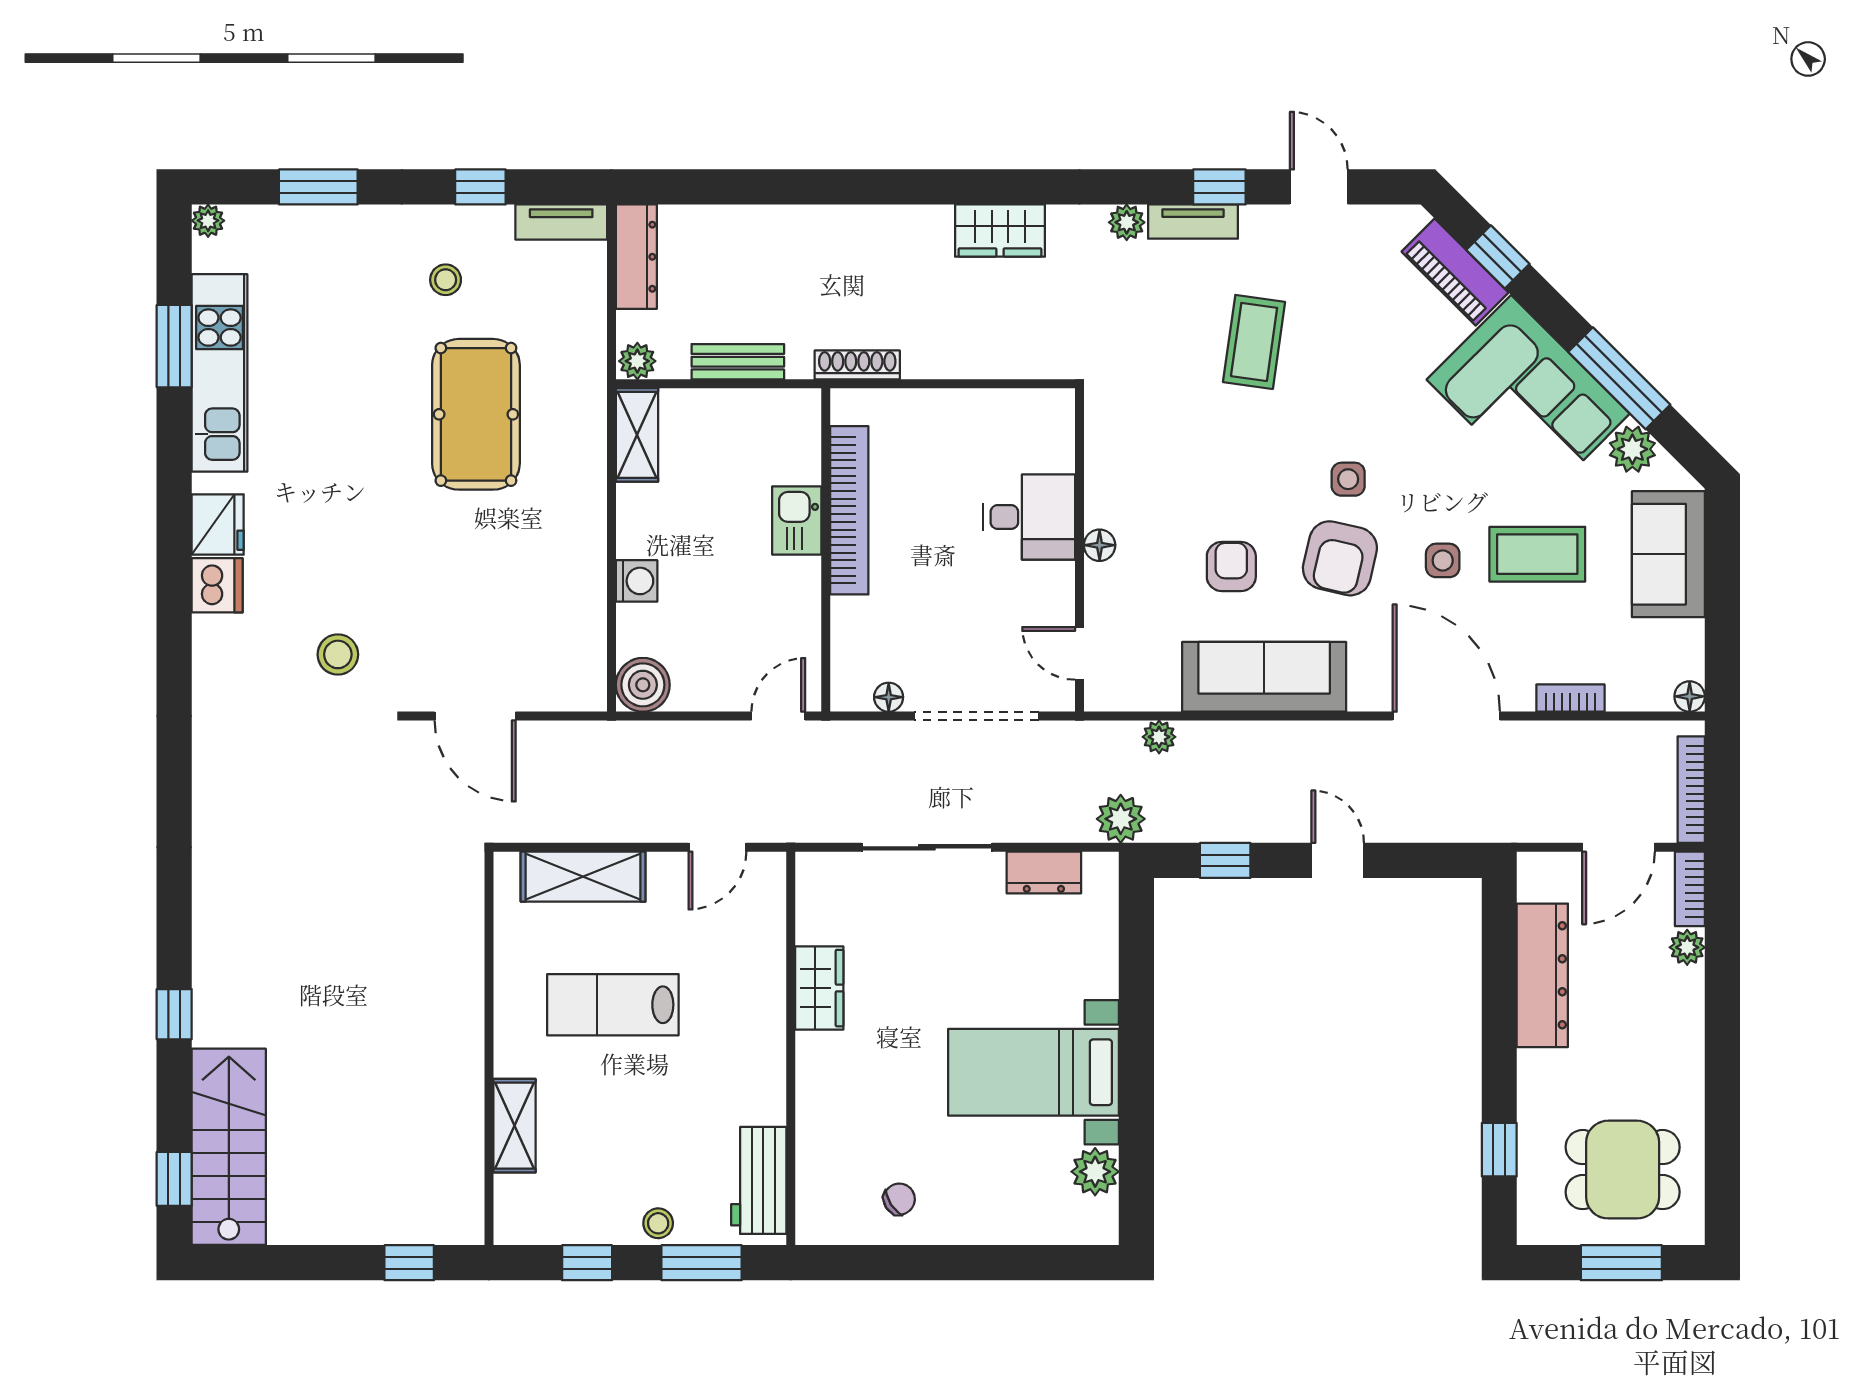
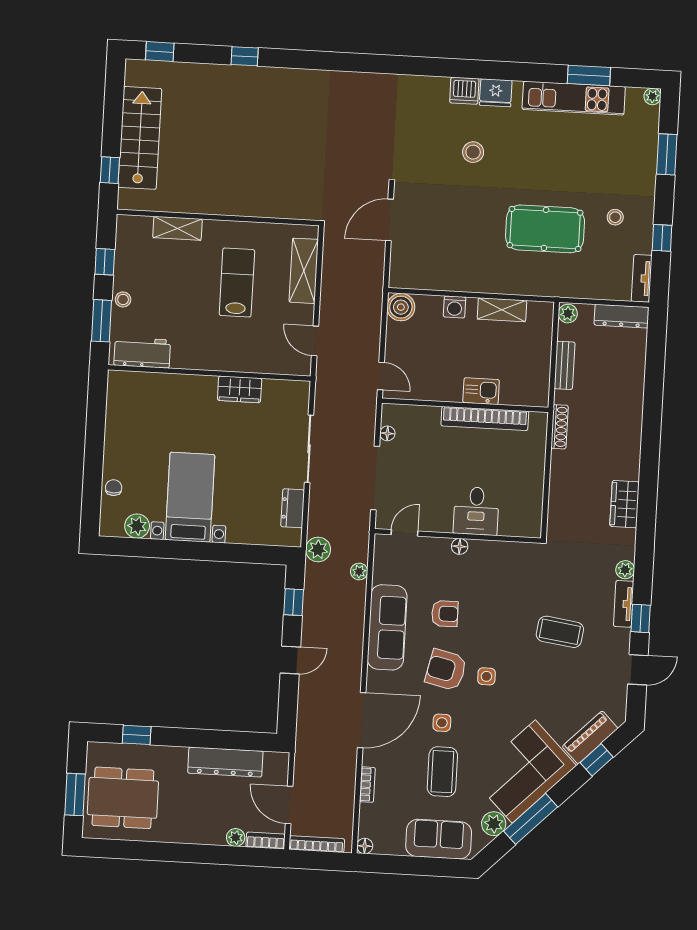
shelving: (637, 435) -> (502, 310), moved
stool: (338, 654) -> (473, 152), moved
stairs: (229, 1147) -> (140, 138), moved, turned -90
dining table: (1623, 1170) -> (123, 798), width x1.38
chair: (899, 1199) -> (114, 488), moved, turned -147

